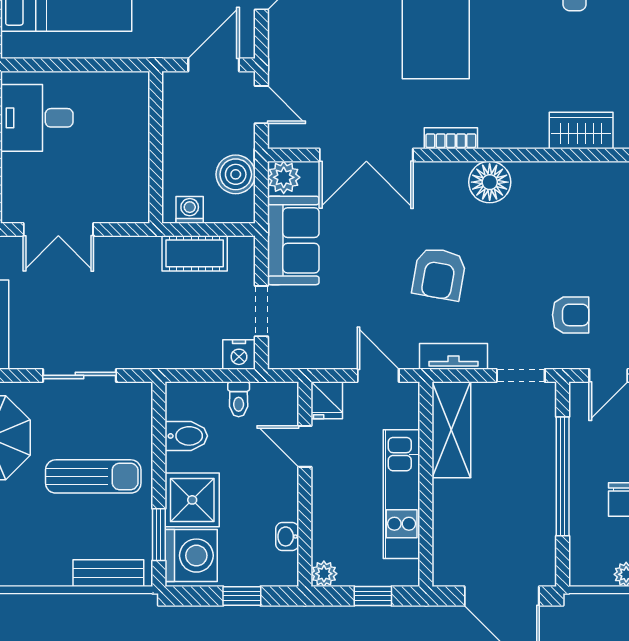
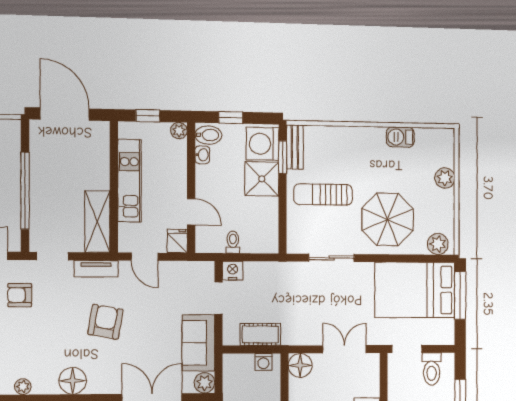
boiler: (236, 174) -> (235, 384), removed
plant: (566, 174) -> (23, 387), added
floor lamp: (130, 204) -> (300, 365), added
bidet: (186, 436) -> (208, 135), moved, turned 180
bench: (108, 573) -> (295, 147), moved, turned 90

